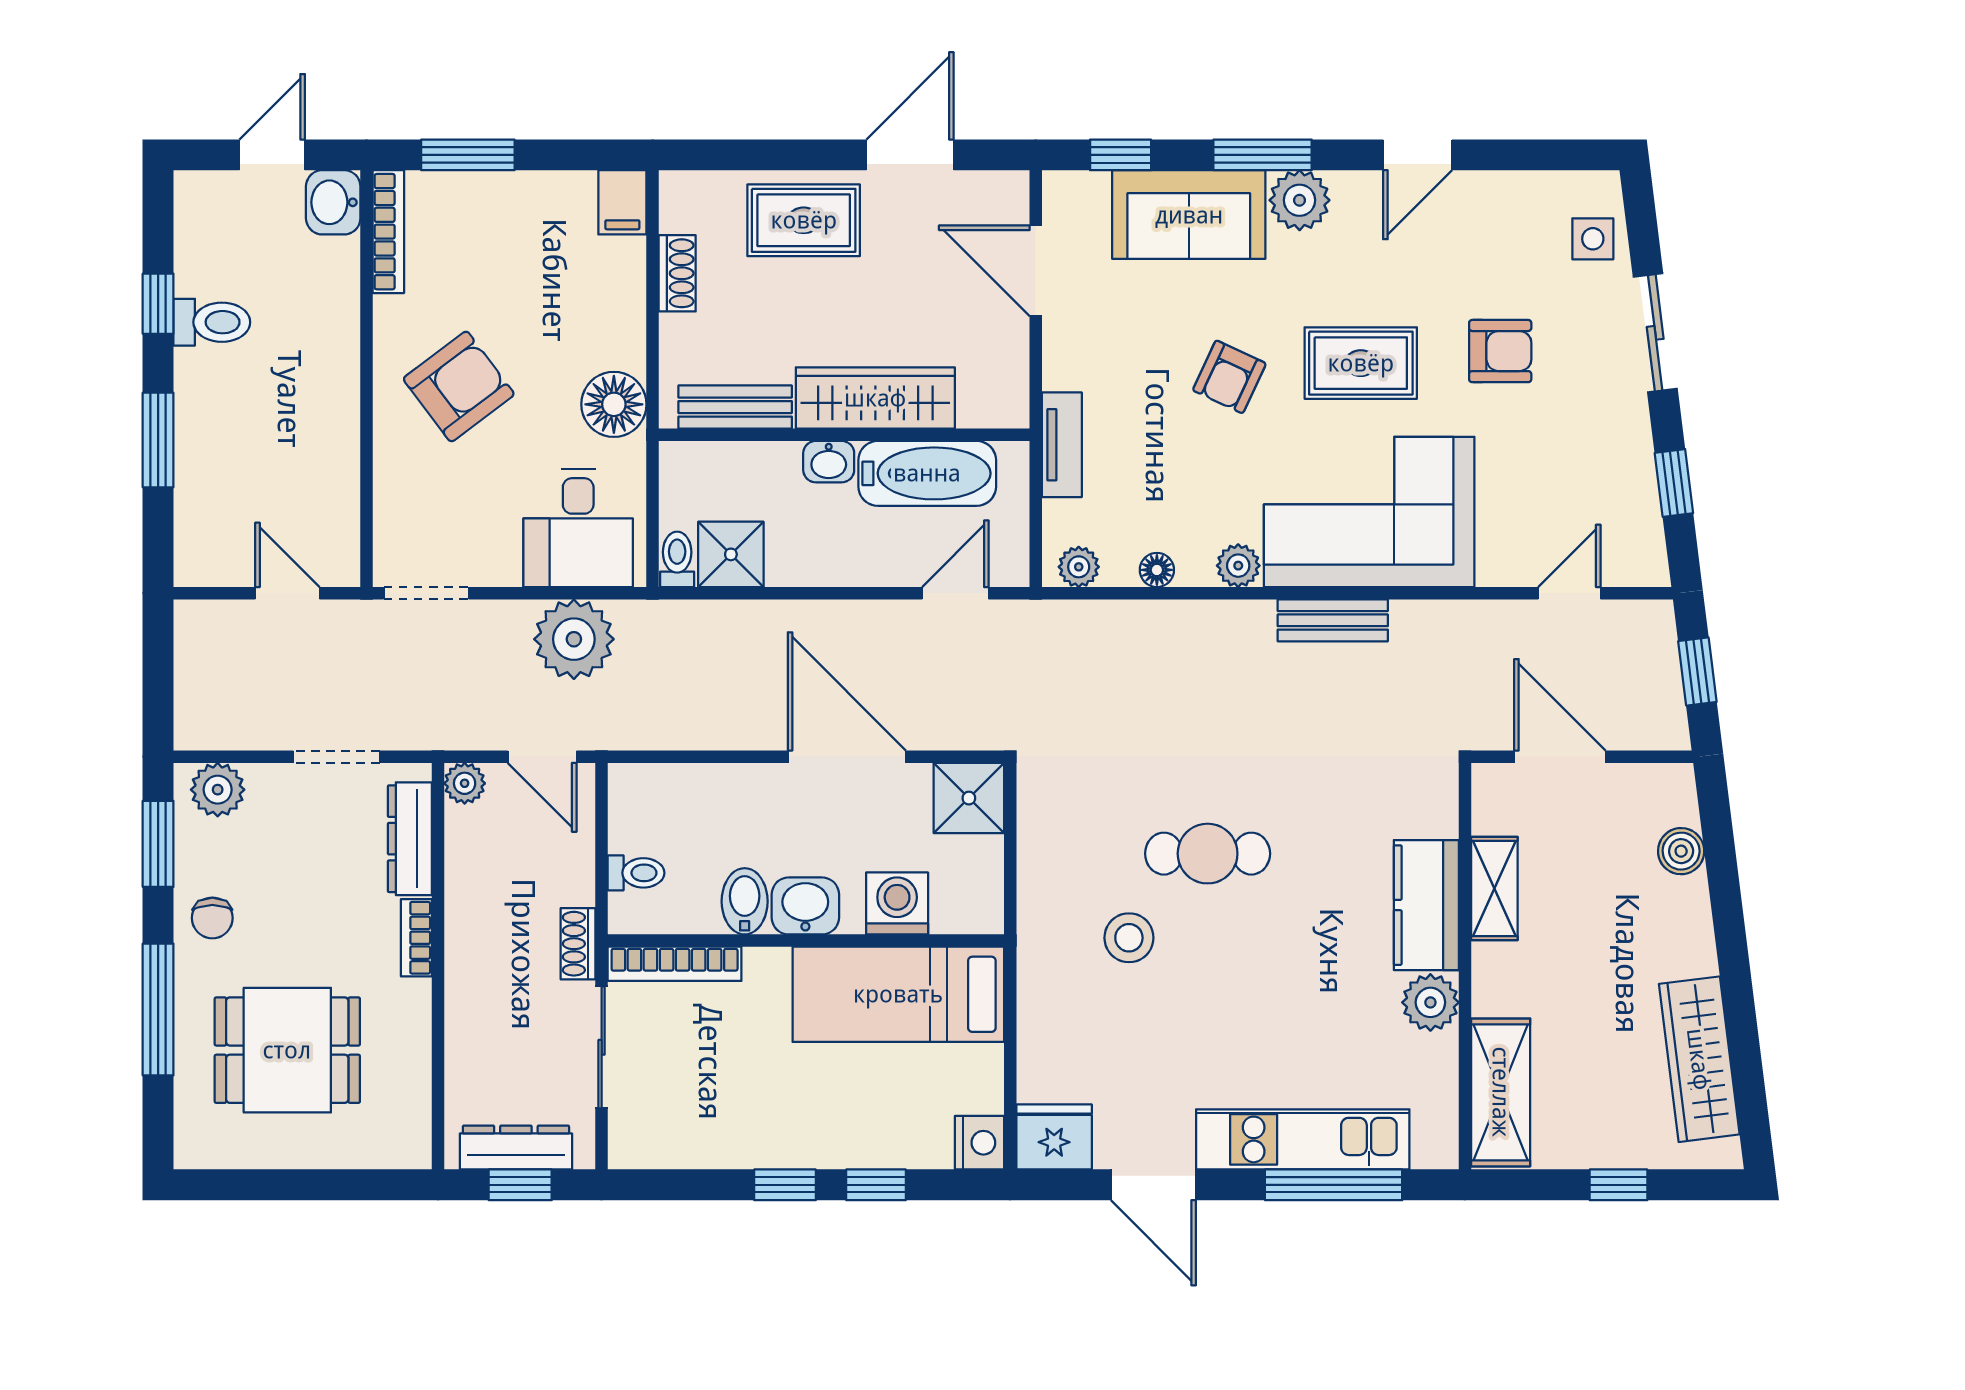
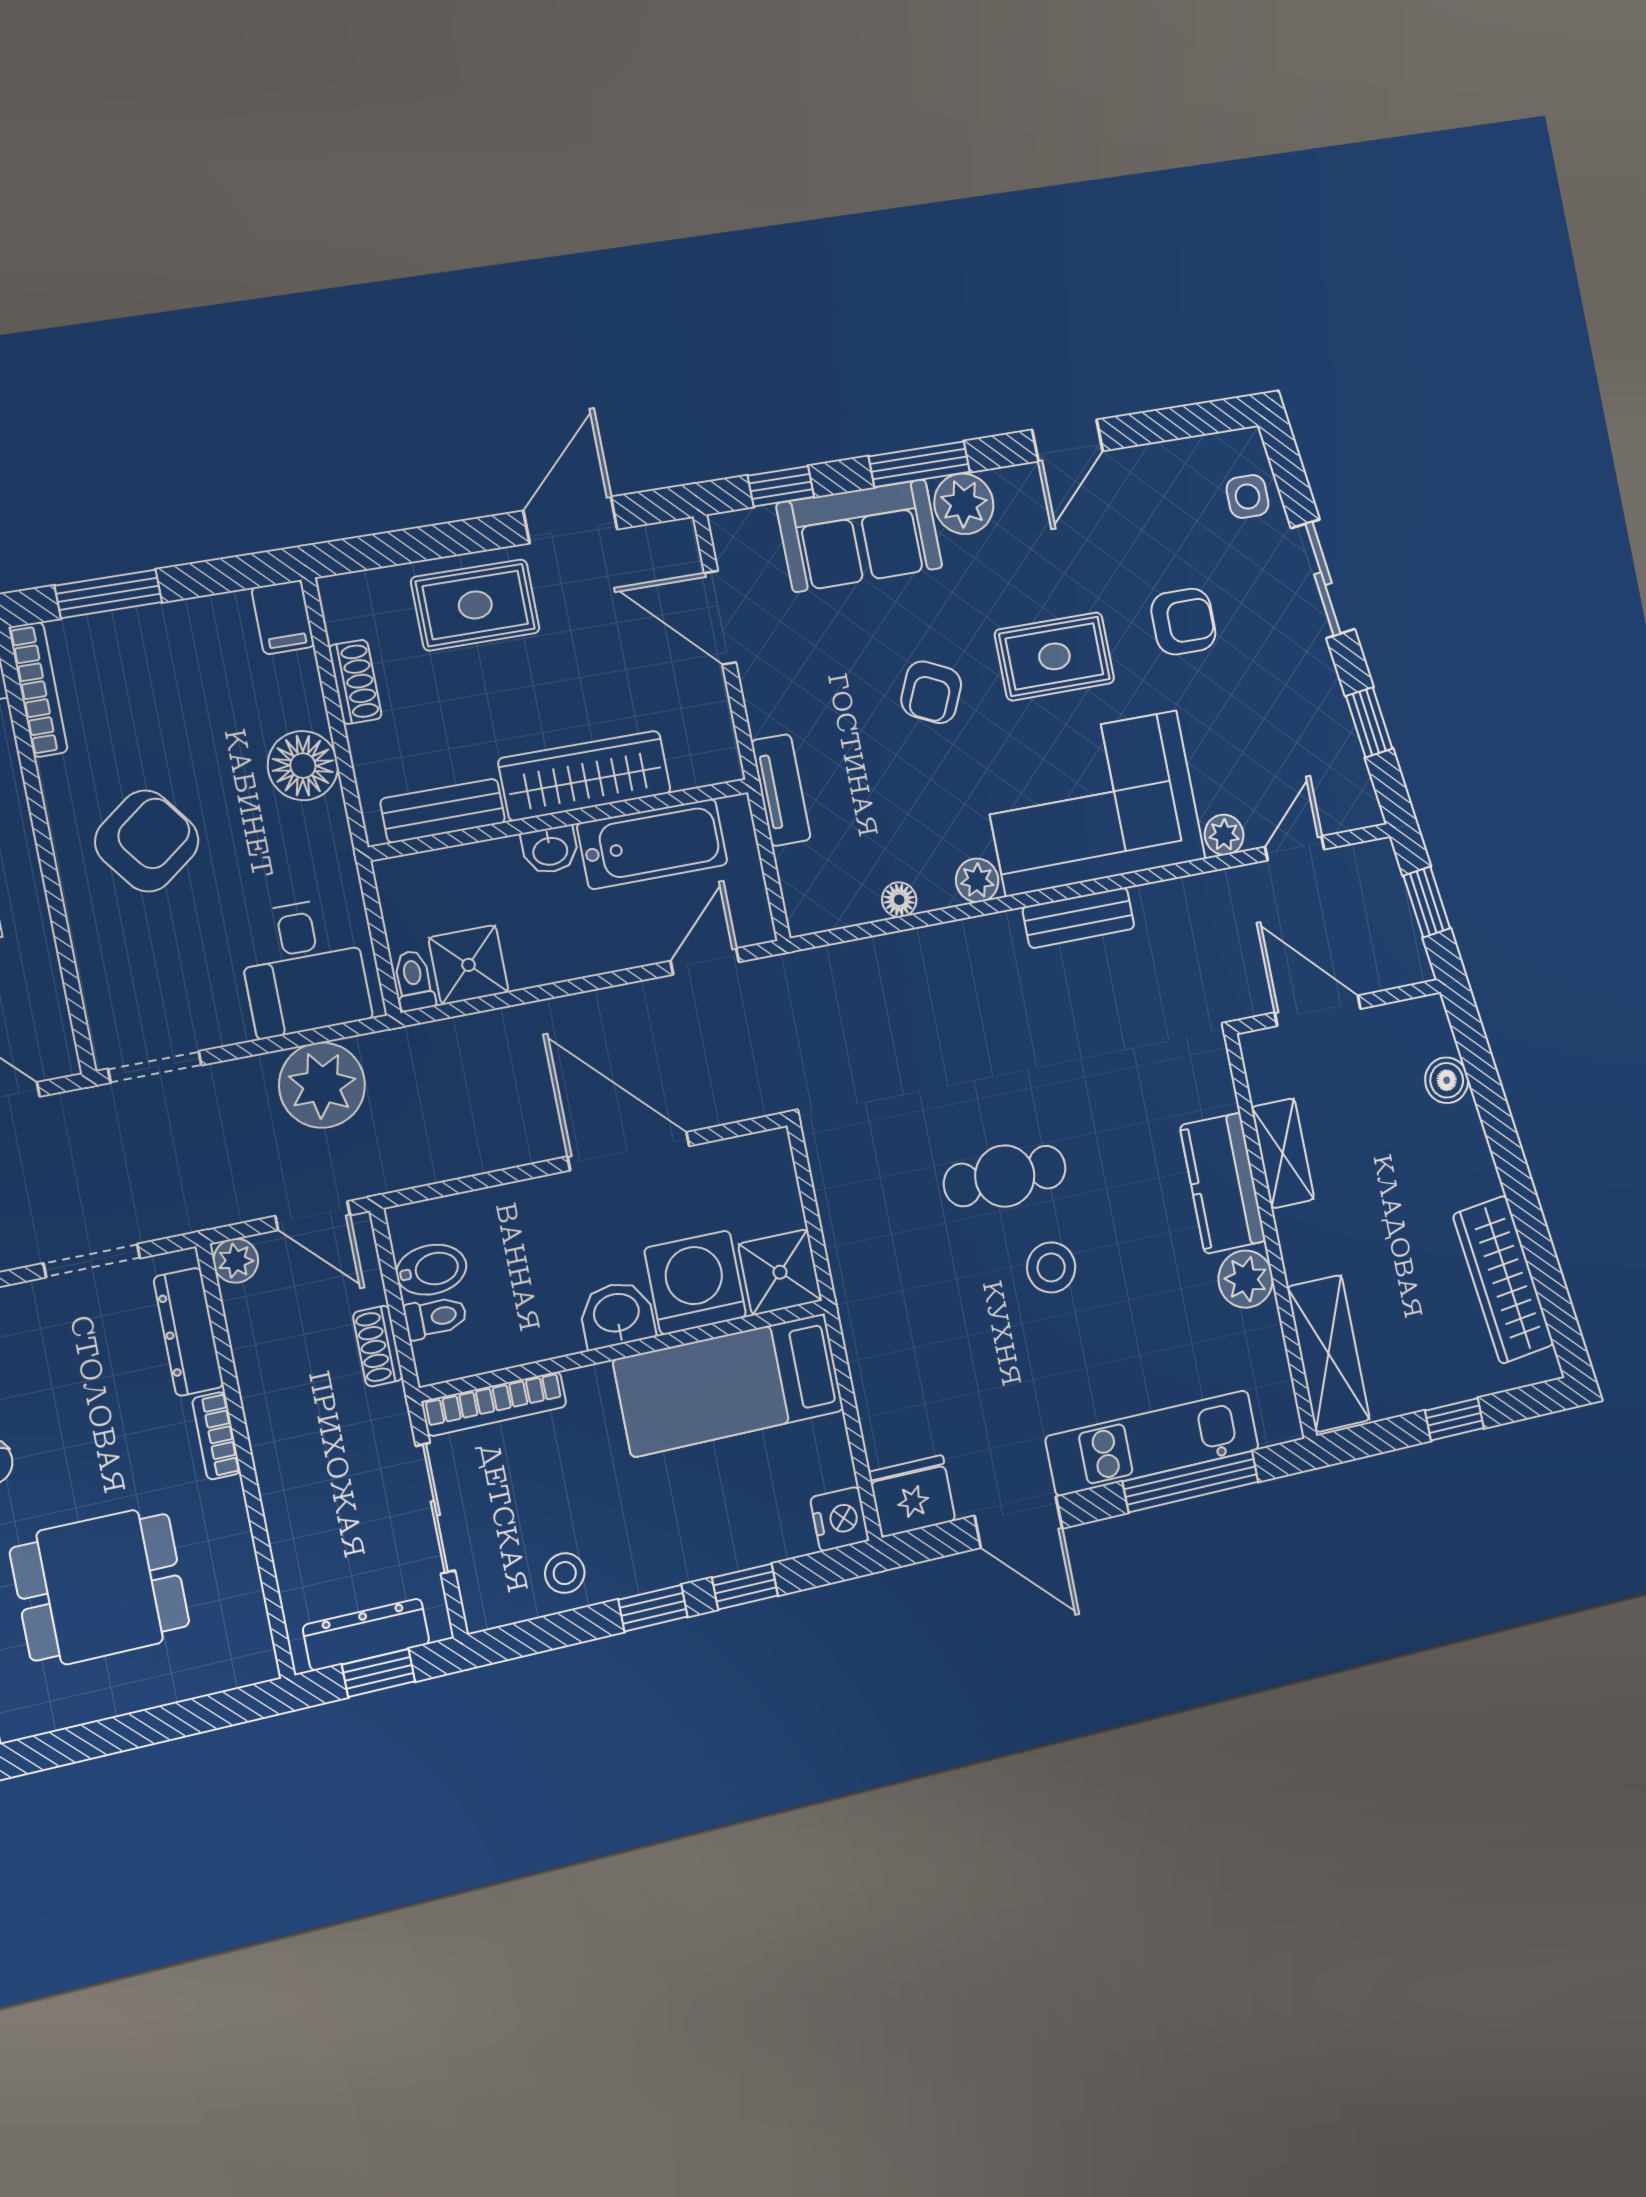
floor lamp: (614, 404) -> (303, 766), moved
plant: (1079, 567) -> (1224, 835), moved
shower: (969, 798) -> (780, 1272), moved
bidet: (745, 901) -> (431, 1270), moved, turned 90
washing machine: (897, 903) -> (695, 1283), width x1.37, depth x1.37
stool: (1129, 938) -> (1051, 1267), moved
shoe rack: (578, 944) -> (378, 1346), moved
stool: (709, 1134) -> (565, 1573), added

